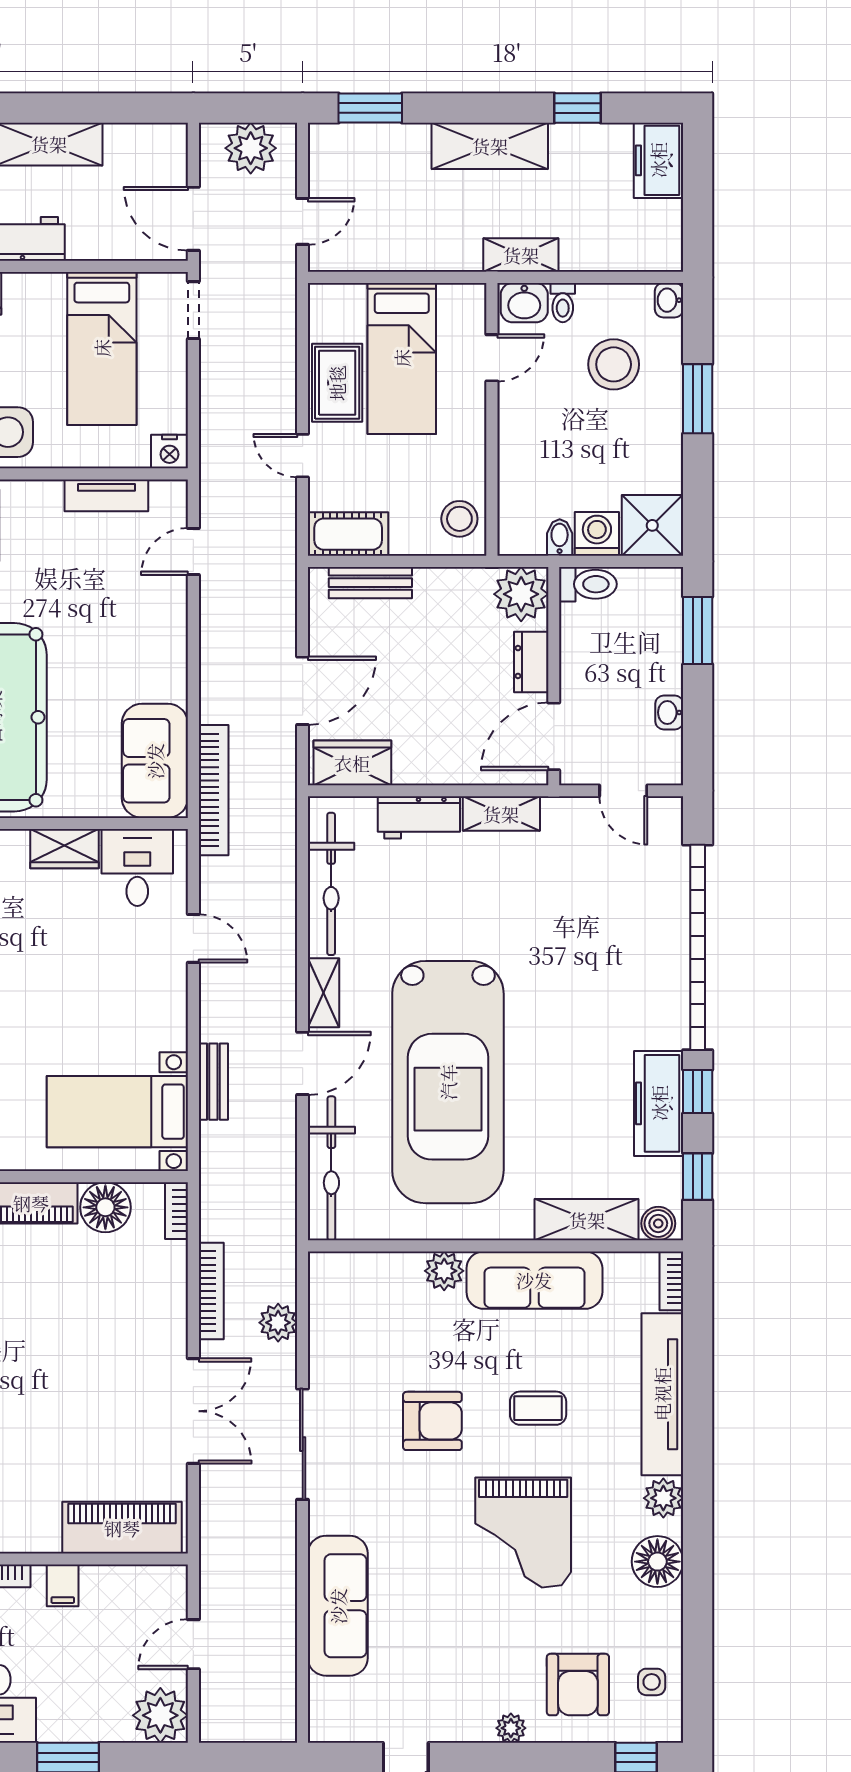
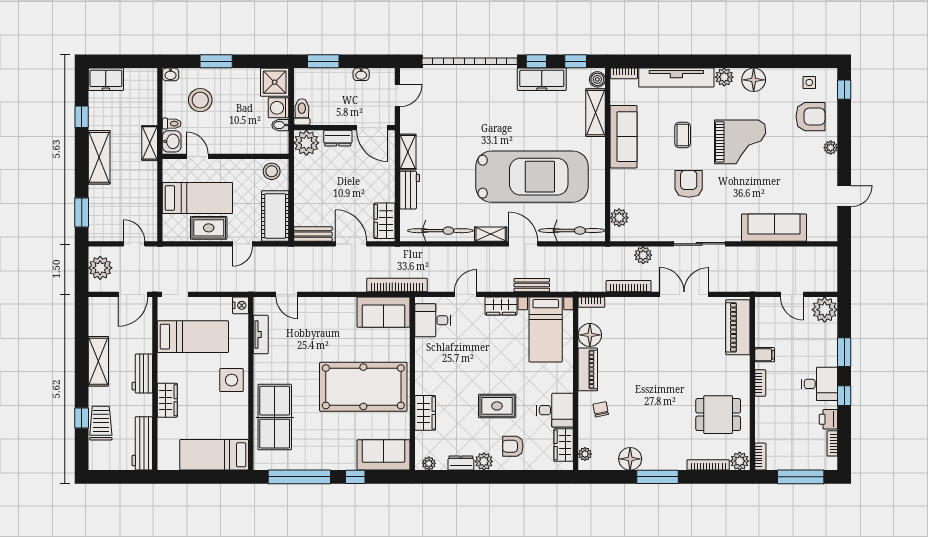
cot: (348, 534) -> (275, 216), width x1.37, depth x1.34
bench: (370, 583) -> (313, 234), moved, turned 90
wardrobe: (65, 849) -> (501, 306), moved, turned 90
plant: (444, 1271) -> (619, 218), moved

